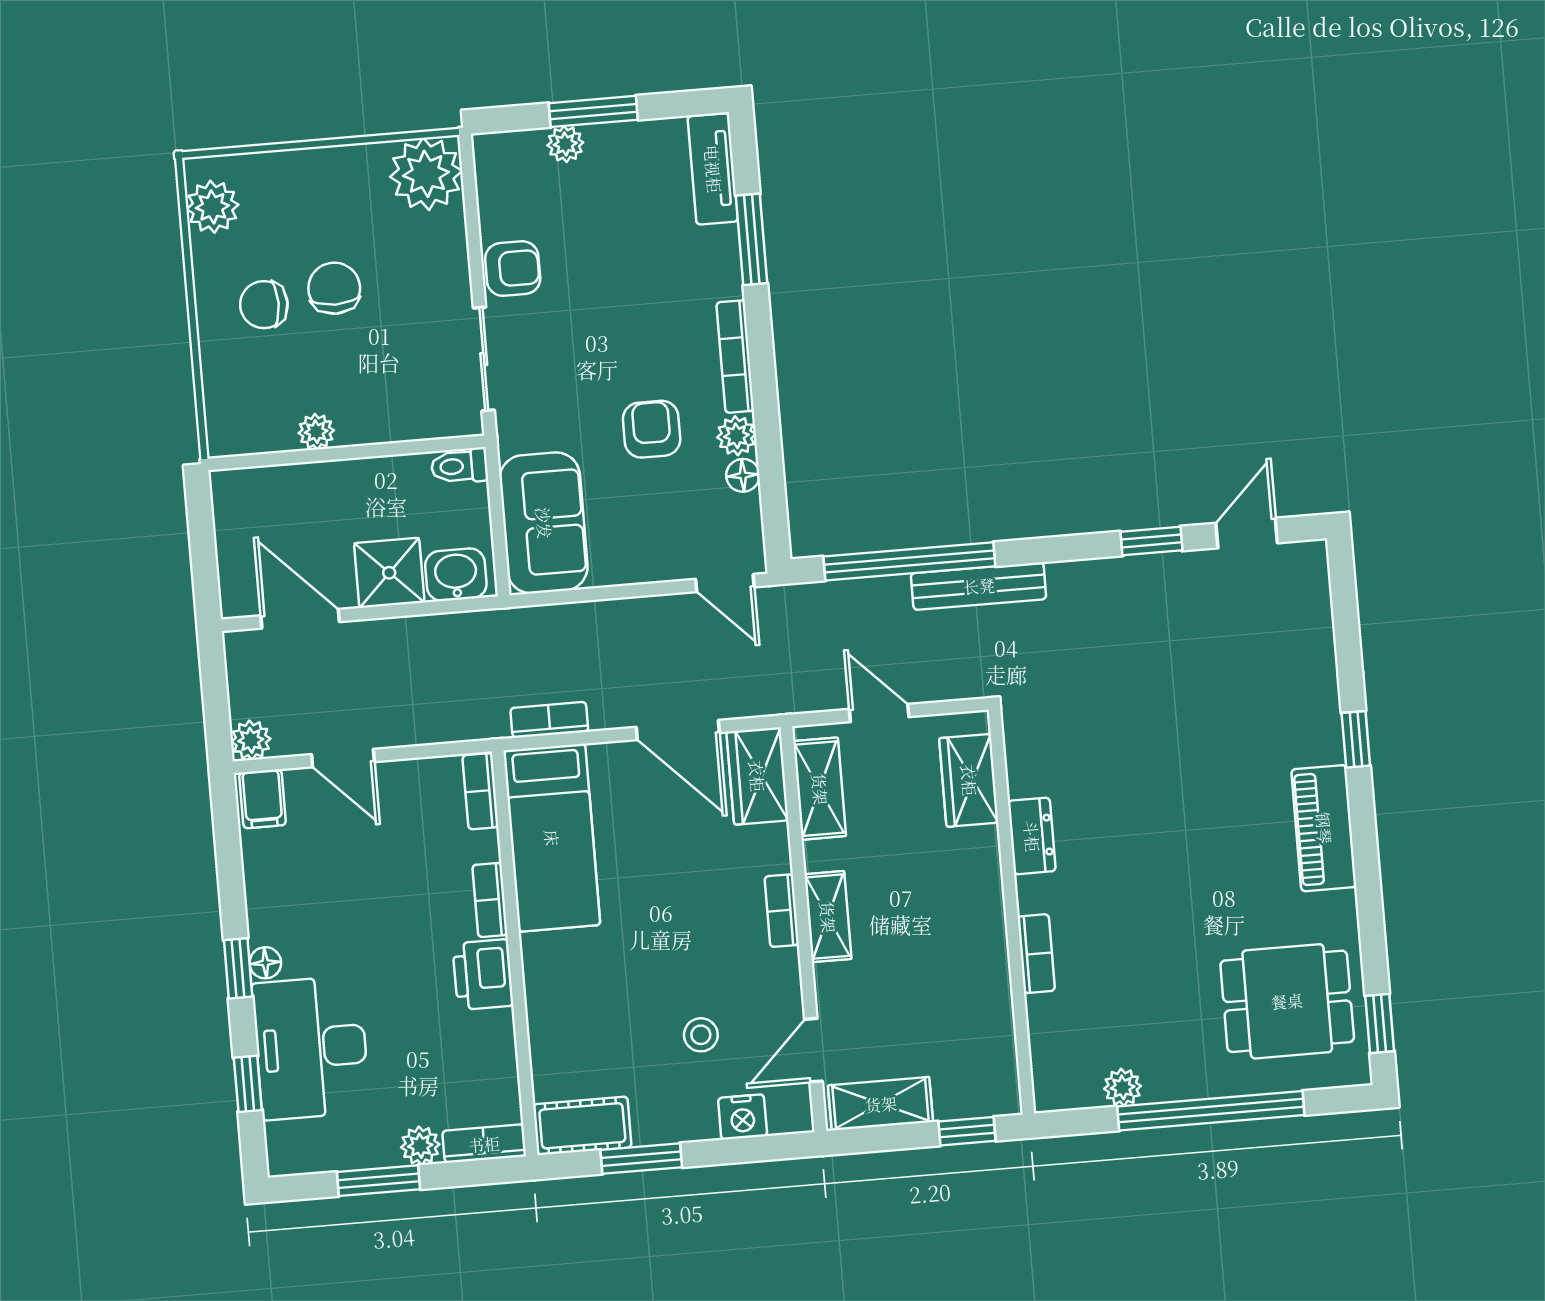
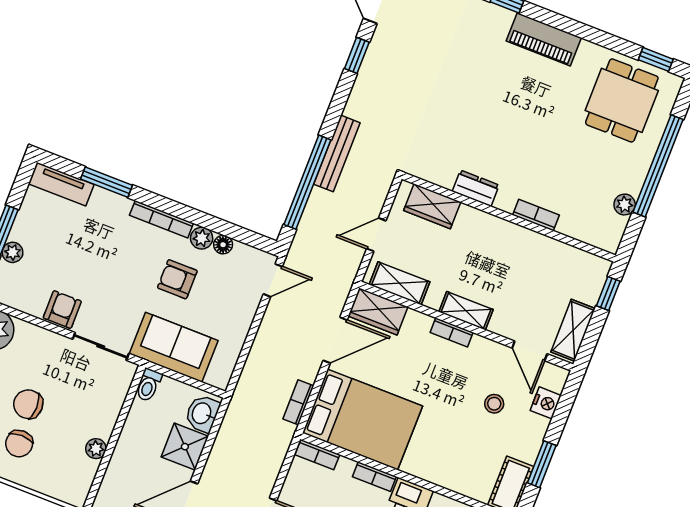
sofa: (544, 523) -> (174, 347), moved
bed: (552, 838) -> (362, 419), width x1.50

